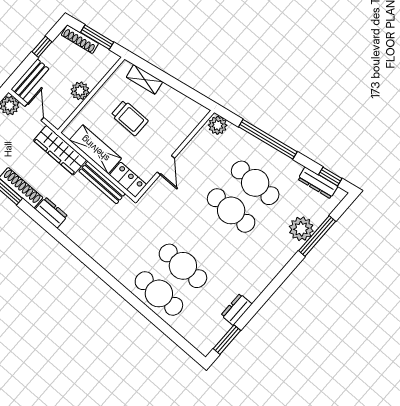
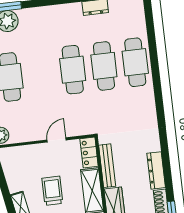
cafe table: (231, 210) -> (73, 70), moved
dresser: (51, 213) -> (156, 170), width x1.44

